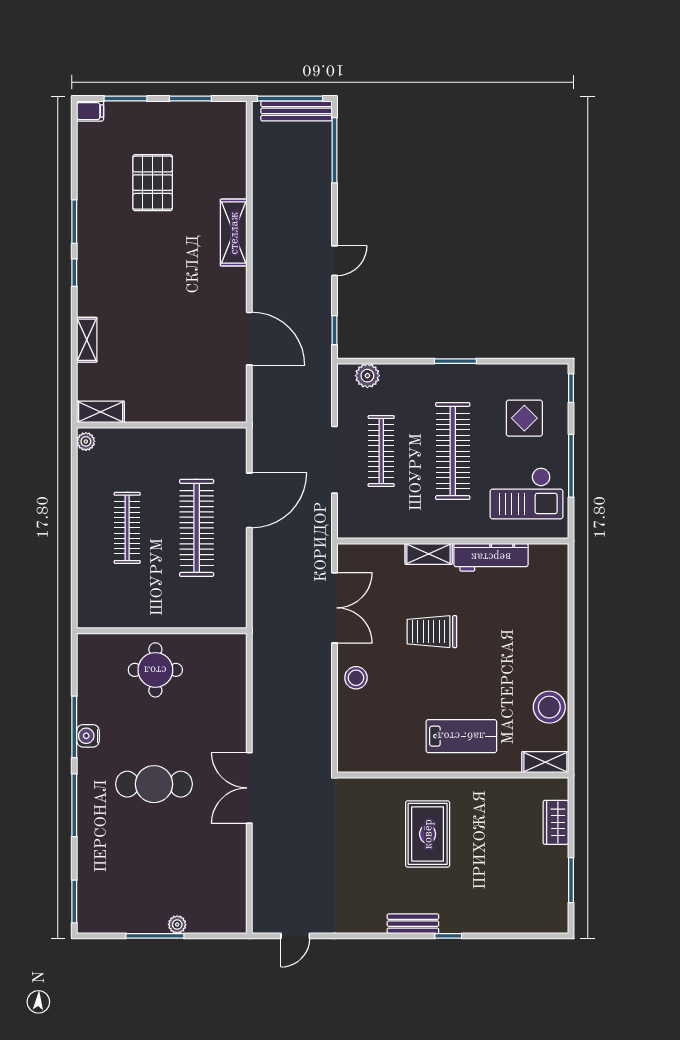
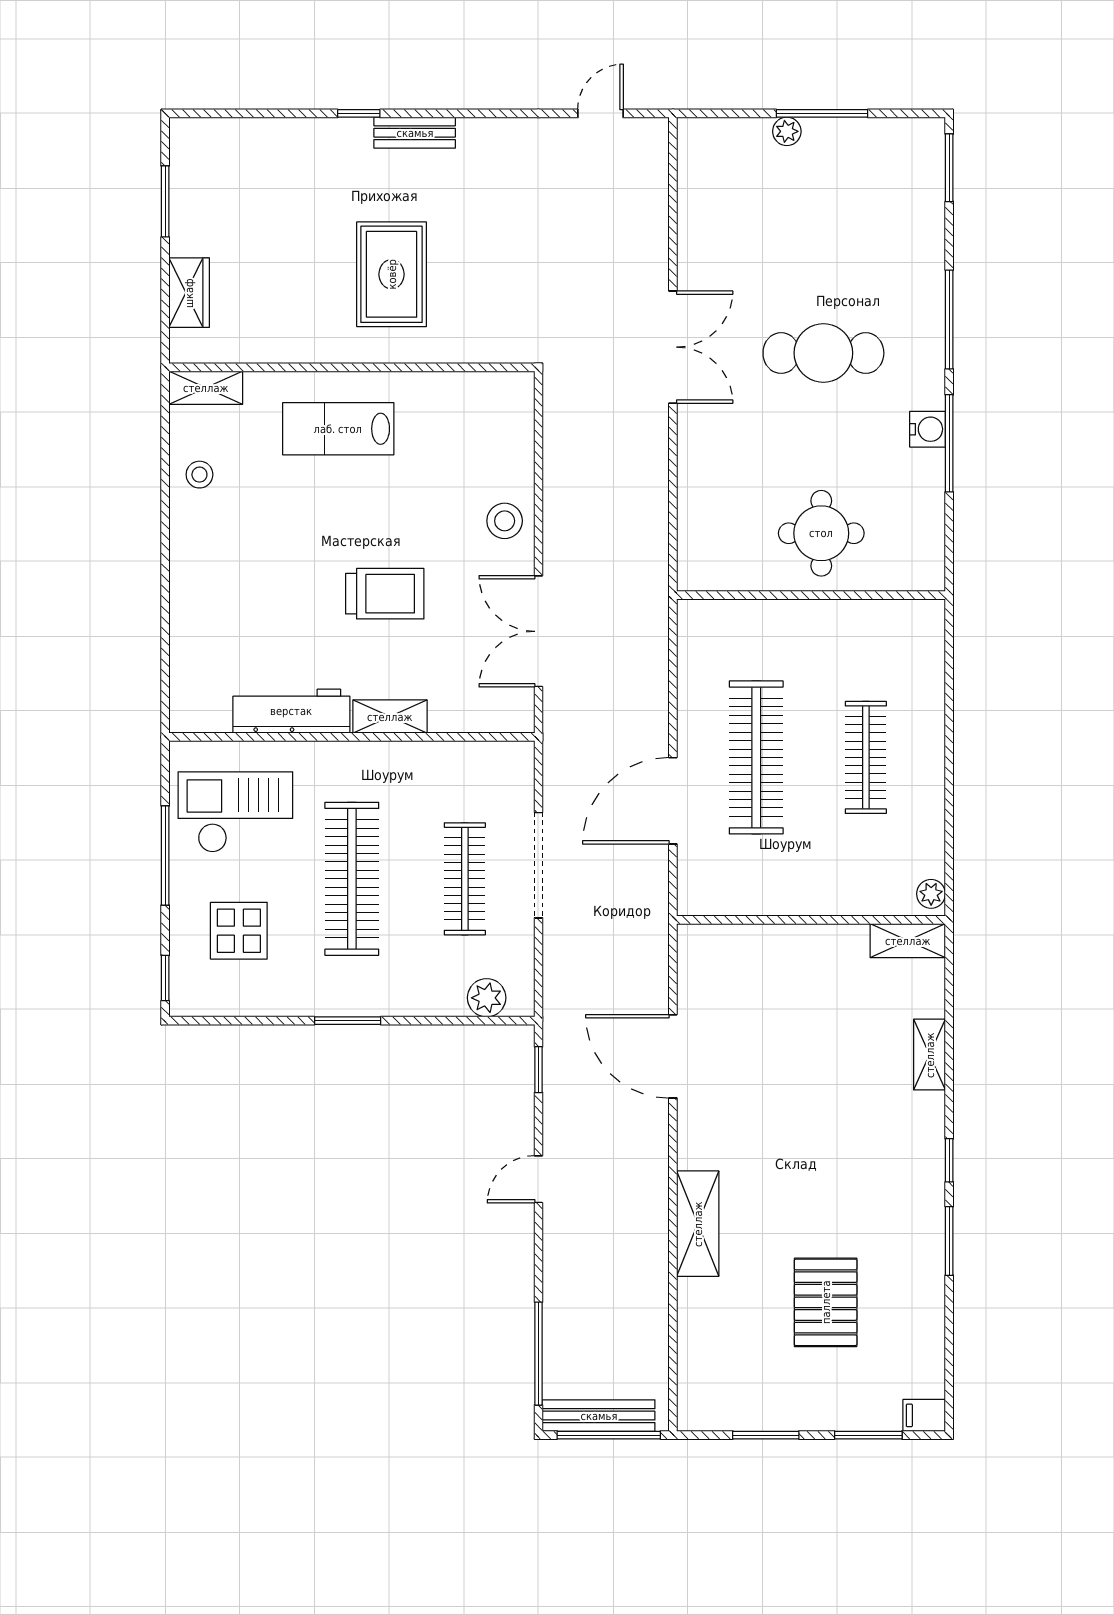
stool: (549, 707) -> (199, 475), width x0.53, depth x0.53

